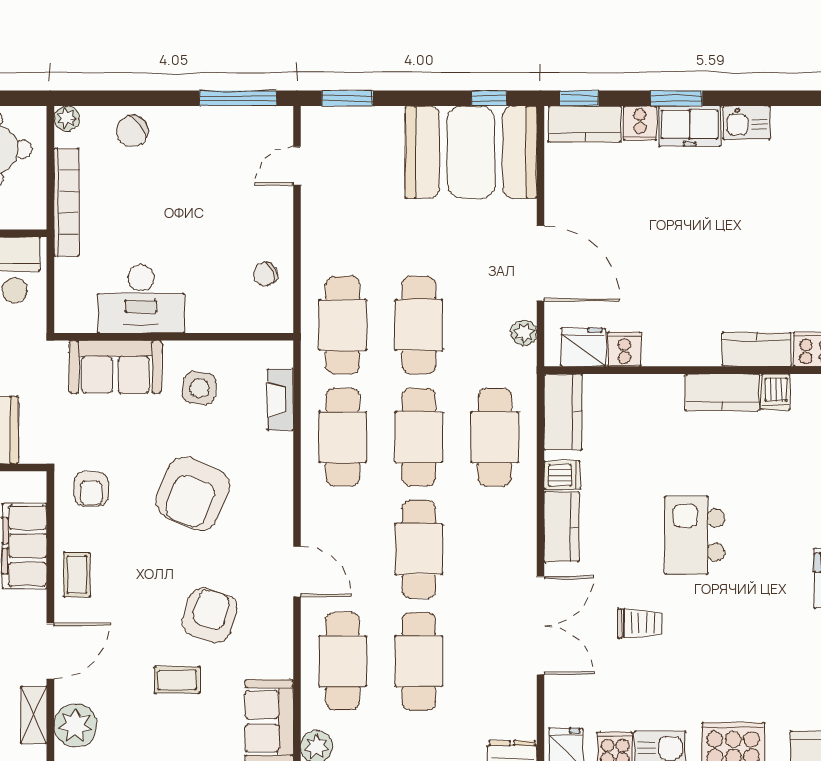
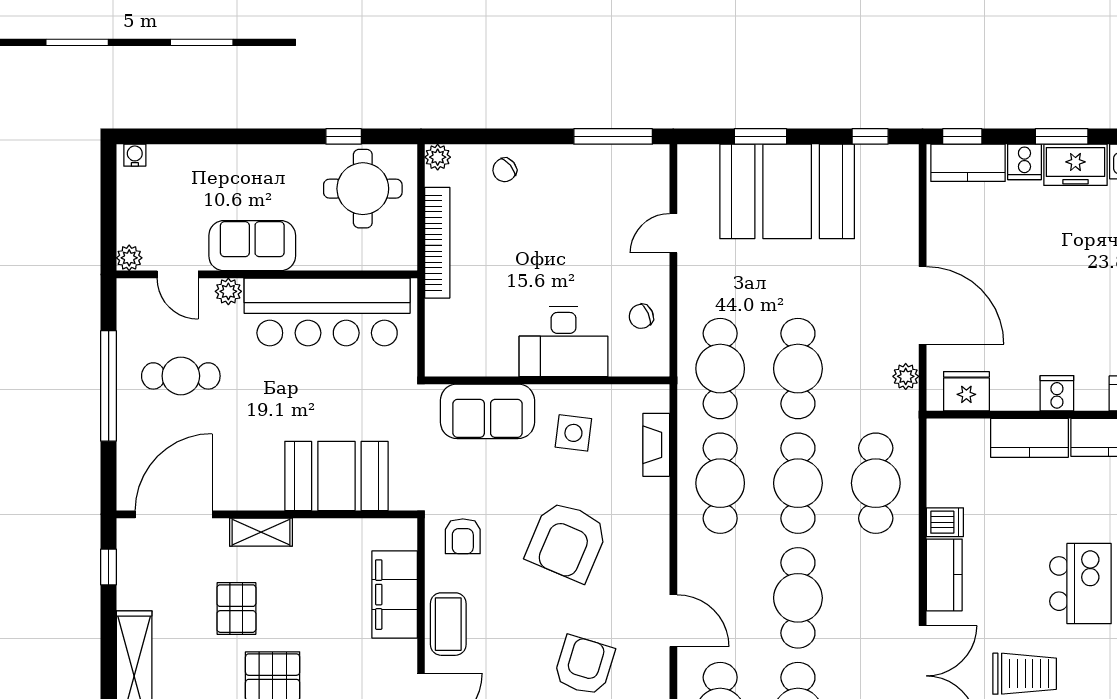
window: (347, 98) -> (760, 136), moved
chair: (132, 131) -> (505, 170), width x0.73, depth x0.73
booth: (471, 152) -> (787, 191), moved
door: (297, 166) -> (673, 233), moved
desk: (141, 299) -> (564, 342), moved
cooker: (624, 349) -> (1057, 393), moved
kitchen counter: (563, 412) -> (1029, 438), moved, turned 90
kitchen island: (695, 535) -> (1080, 584), turned 180
coffee table: (77, 575) -> (448, 624), width x1.36, depth x1.30
trolley: (640, 623) -> (1025, 674), width x1.36, depth x1.39

